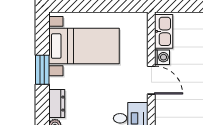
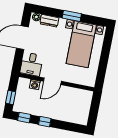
kitchen sink: (164, 31) -> (81, 95), removed
washing machine: (162, 57) -> (35, 85), moved

